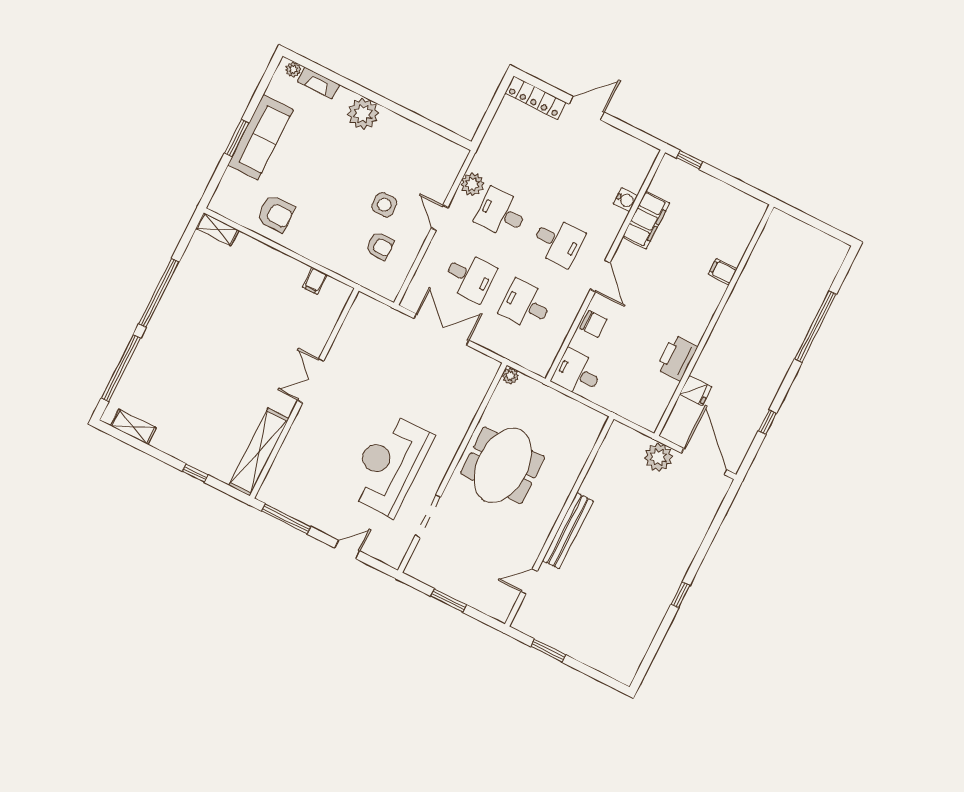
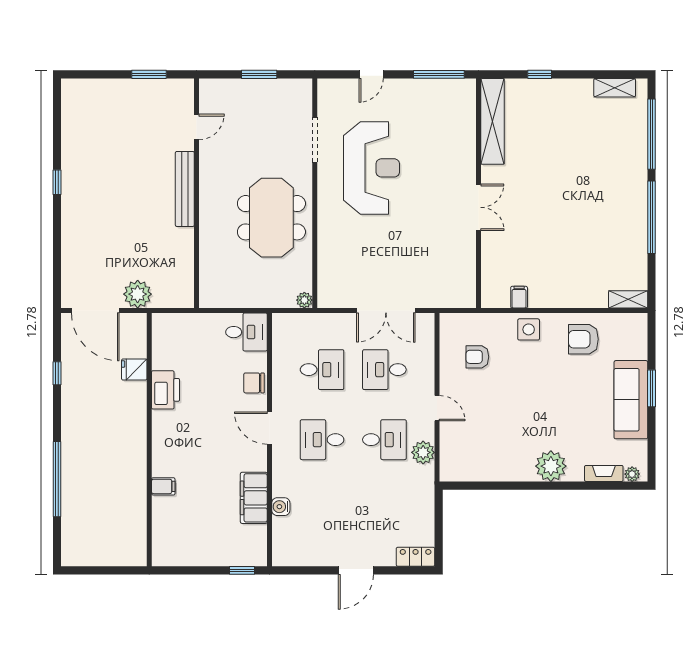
locker: (536, 98) -> (416, 557), width x0.66
side table: (384, 205) -> (529, 329), moved

